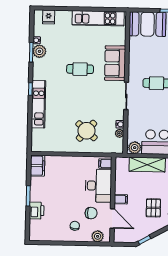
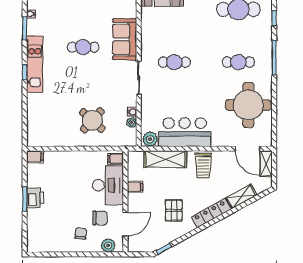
plant: (39, 51) -> (35, 27), removed
kitchen unit: (38, 104) -> (35, 64), moved
filing cabinet: (37, 166) -> (35, 157), width x0.50
filing cabinet: (121, 199) -> (135, 187), moved
printer: (37, 210) -> (35, 198), moved
door: (112, 219) -> (125, 224), hinge flipped

